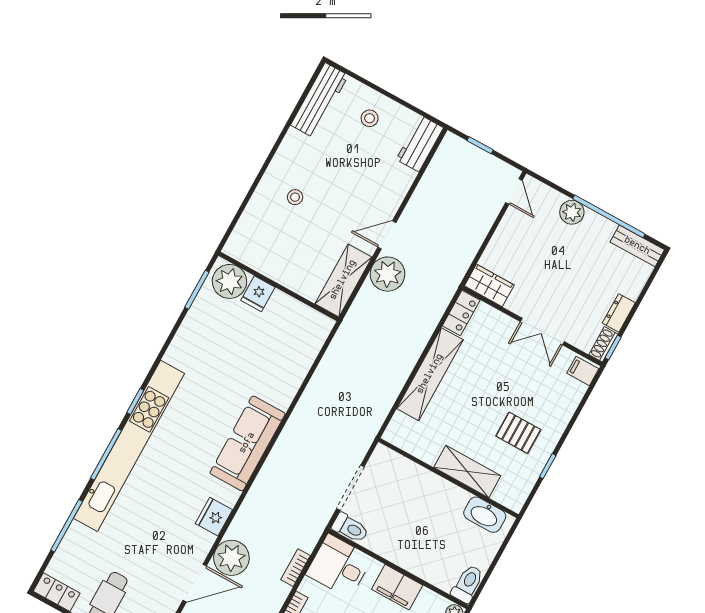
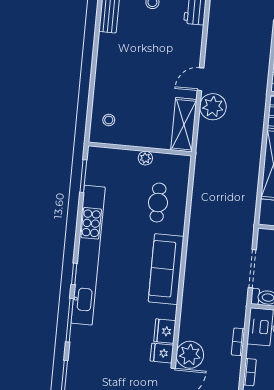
stool: (295, 197) -> (109, 120), moved
plant: (230, 281) -> (145, 158), moved, width x0.53, depth x0.53
fridge: (258, 294) -> (162, 353), moved, turned 90
cafe table: (272, 360) -> (158, 203), added
kitchen unit: (129, 446) -> (88, 255), moved

